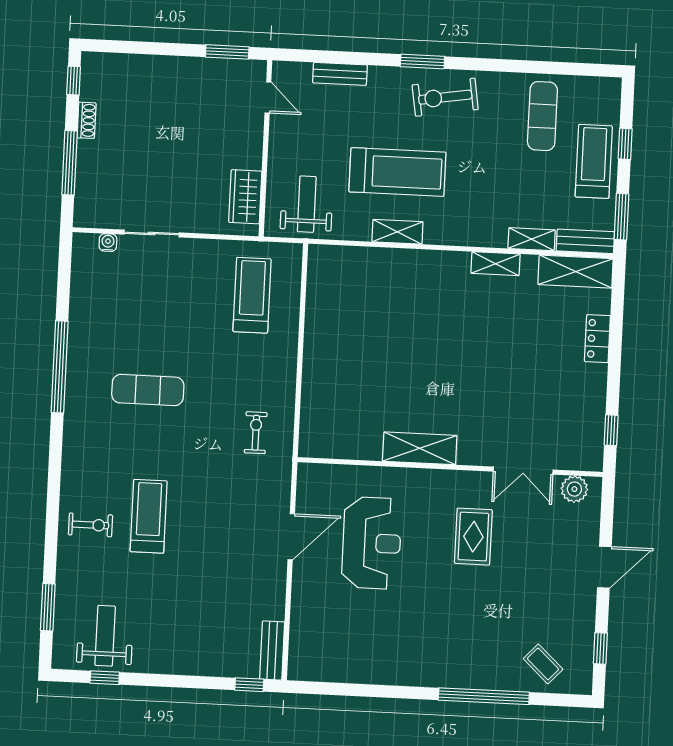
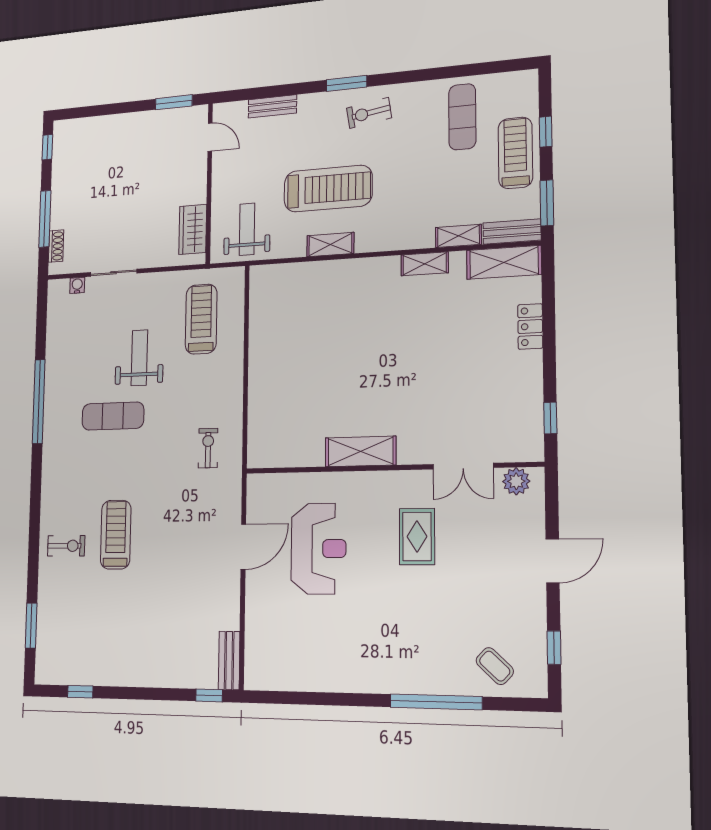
exercise bike: (445, 97) -> (369, 113), width x0.73, depth x0.72
shoe rack: (87, 120) -> (56, 246), moved
weight bench: (105, 636) -> (139, 358), moved

